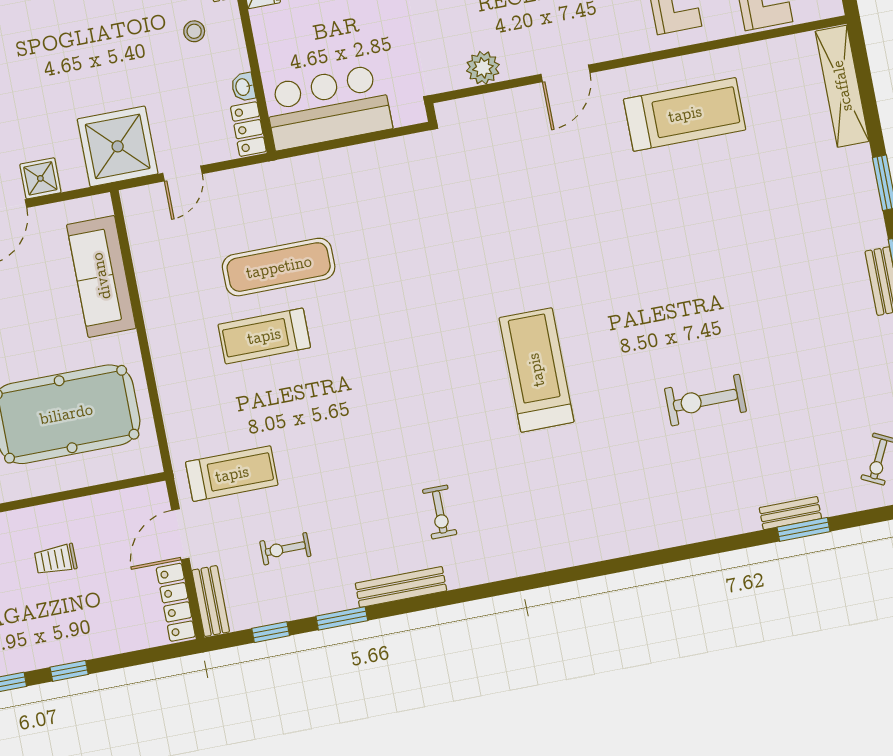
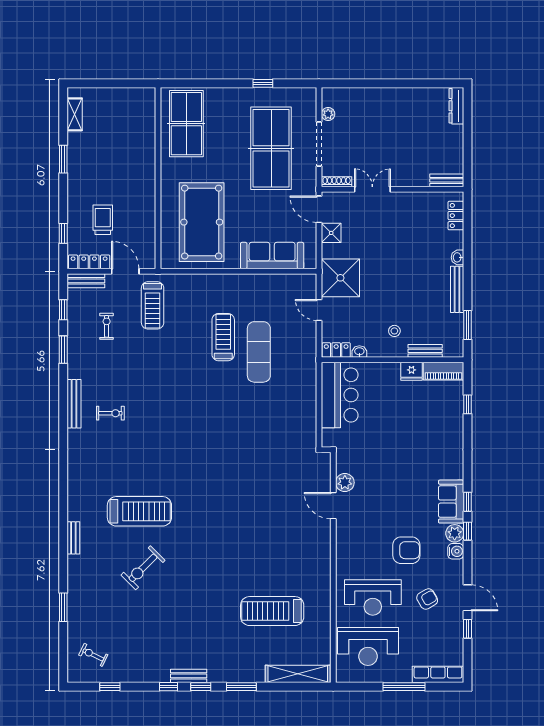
door: (565, 73) -> (333, 506), moved
treadmill: (685, 114) -> (272, 611), moved, turned 90
treadmill: (536, 370) -> (139, 511), moved
exercise bike: (705, 400) -> (143, 568), turned -135
exercise bike: (440, 512) -> (110, 413), turned 180
bench: (790, 513) -> (73, 538), moved
trolley: (56, 559) -> (103, 220), moved, width x1.36, depth x1.39
bench: (401, 587) -> (74, 404), moved
window: (69, 671) -> (63, 233), moved

